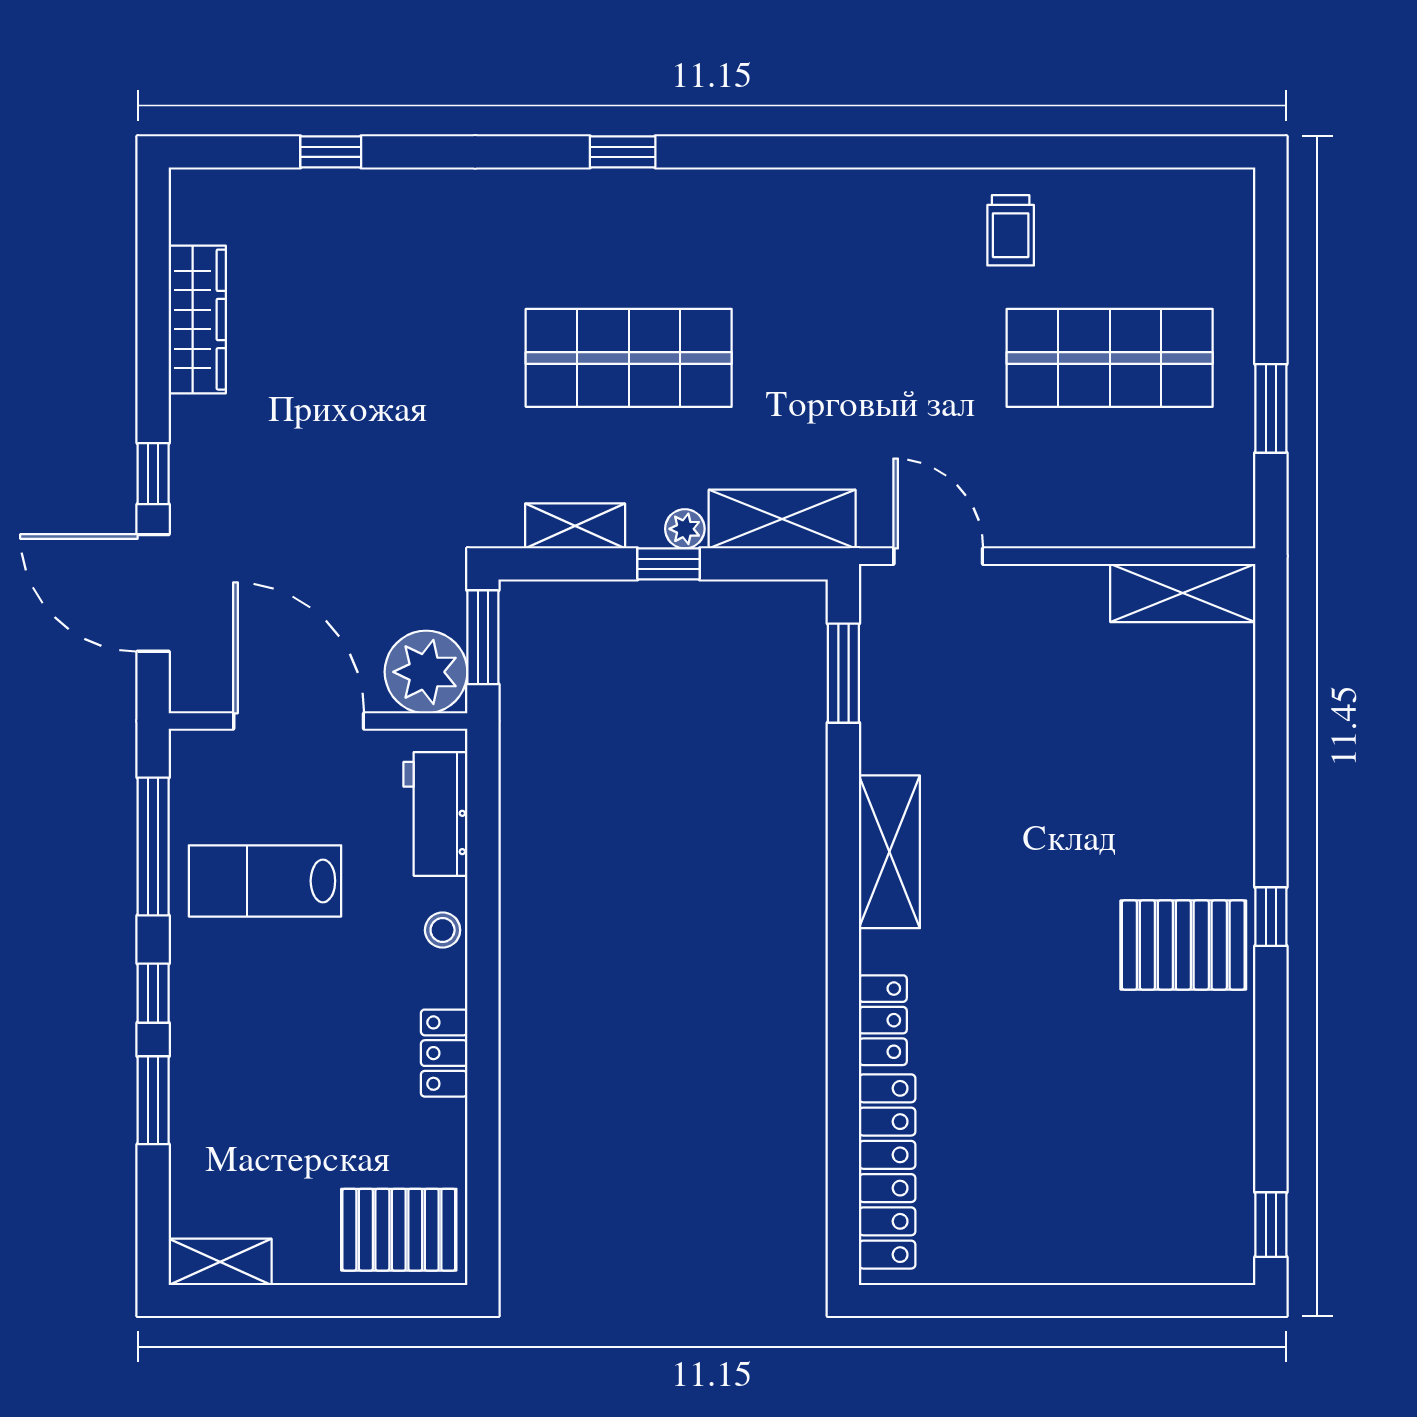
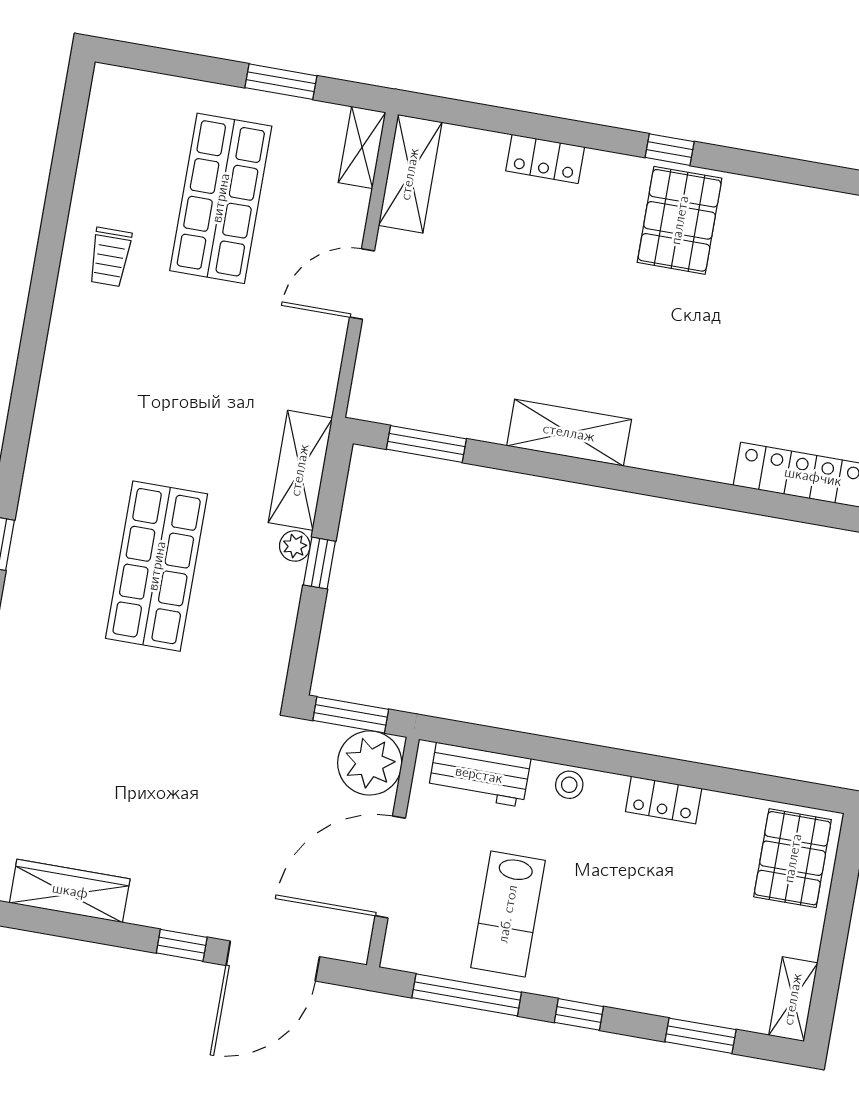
trolley: (1011, 230) -> (110, 257), turned 90
shelving: (575, 526) -> (362, 147), moved
door: (938, 556) -> (362, 284), moved
locker: (883, 1020) -> (545, 159), moved, turned 180
window: (153, 1100) -> (701, 1036), moved

